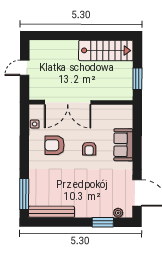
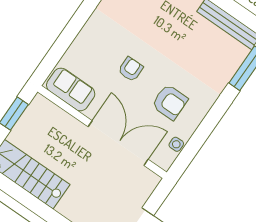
sofa: (123, 145) -> (71, 89), moved, turned -90

